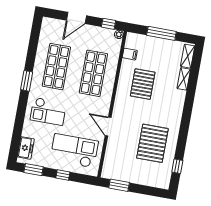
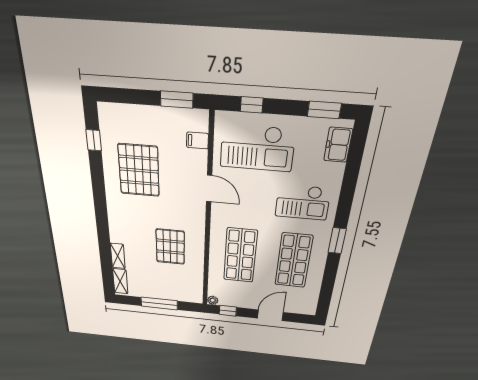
filing cabinet: (130, 54) -> (197, 141), moved
checkout: (48, 111) -> (303, 202), turned 180
window: (63, 175) -> (252, 105), moved

